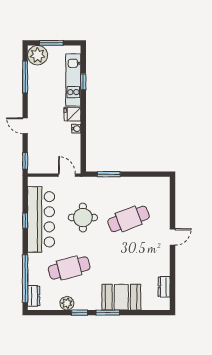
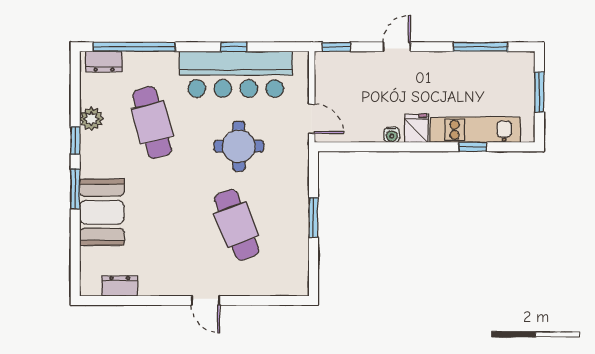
plant: (38, 55) -> (518, 68), removed
window: (109, 174) -> (313, 217), moved
door: (67, 175) -> (312, 119), hinge flipped

